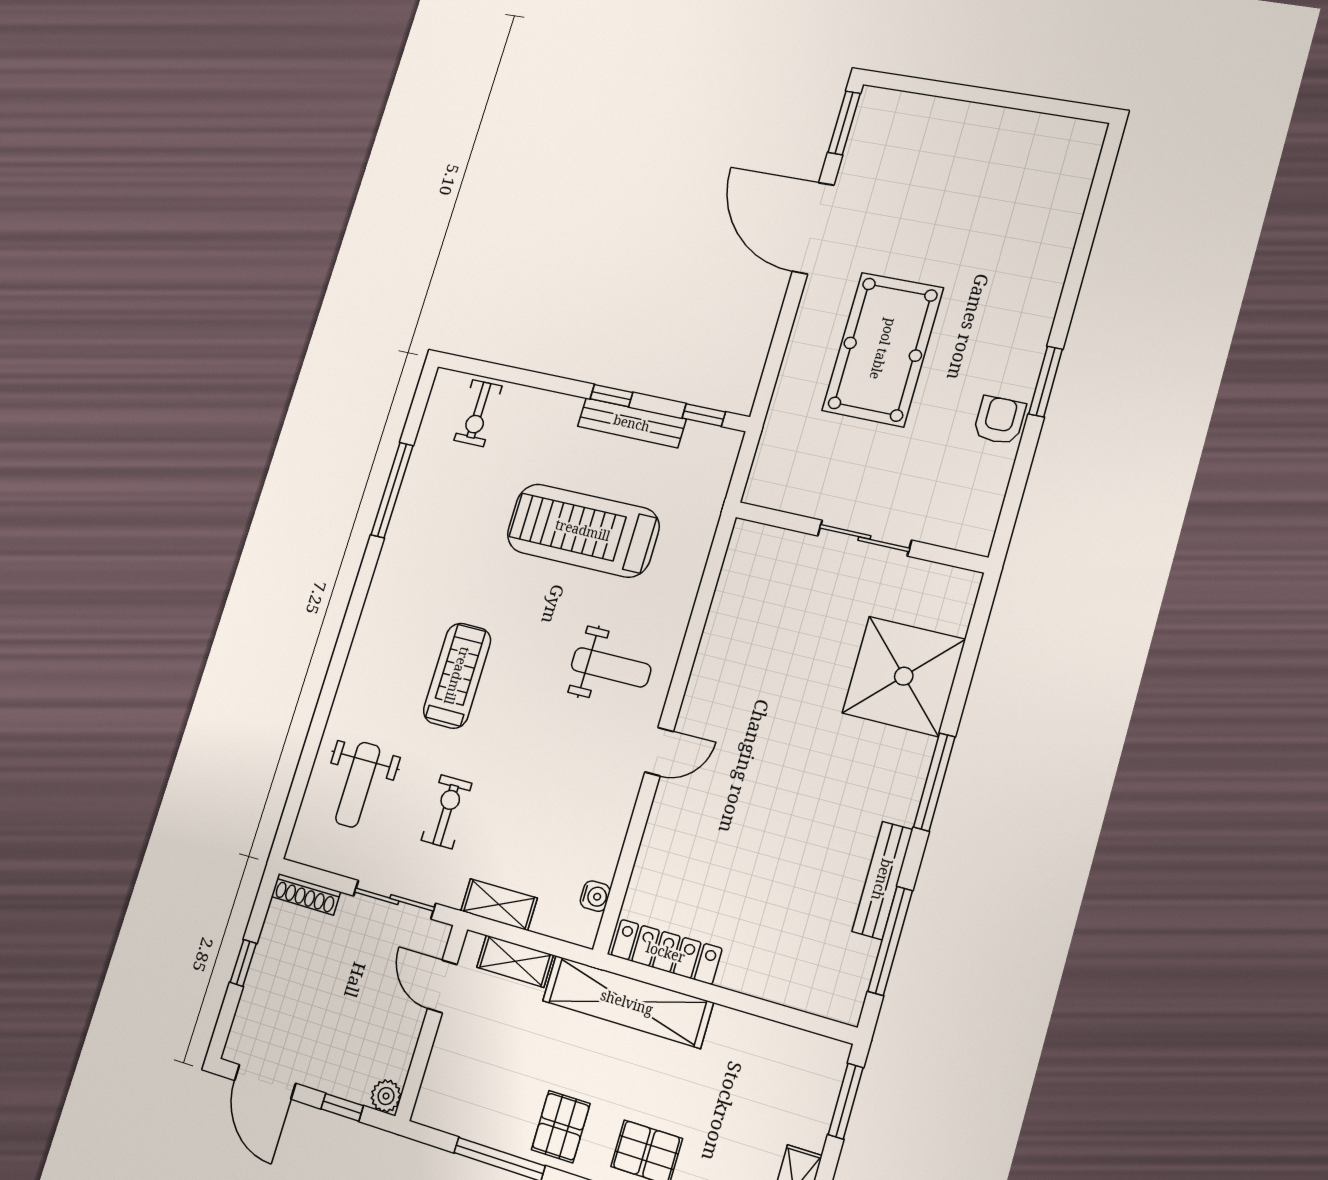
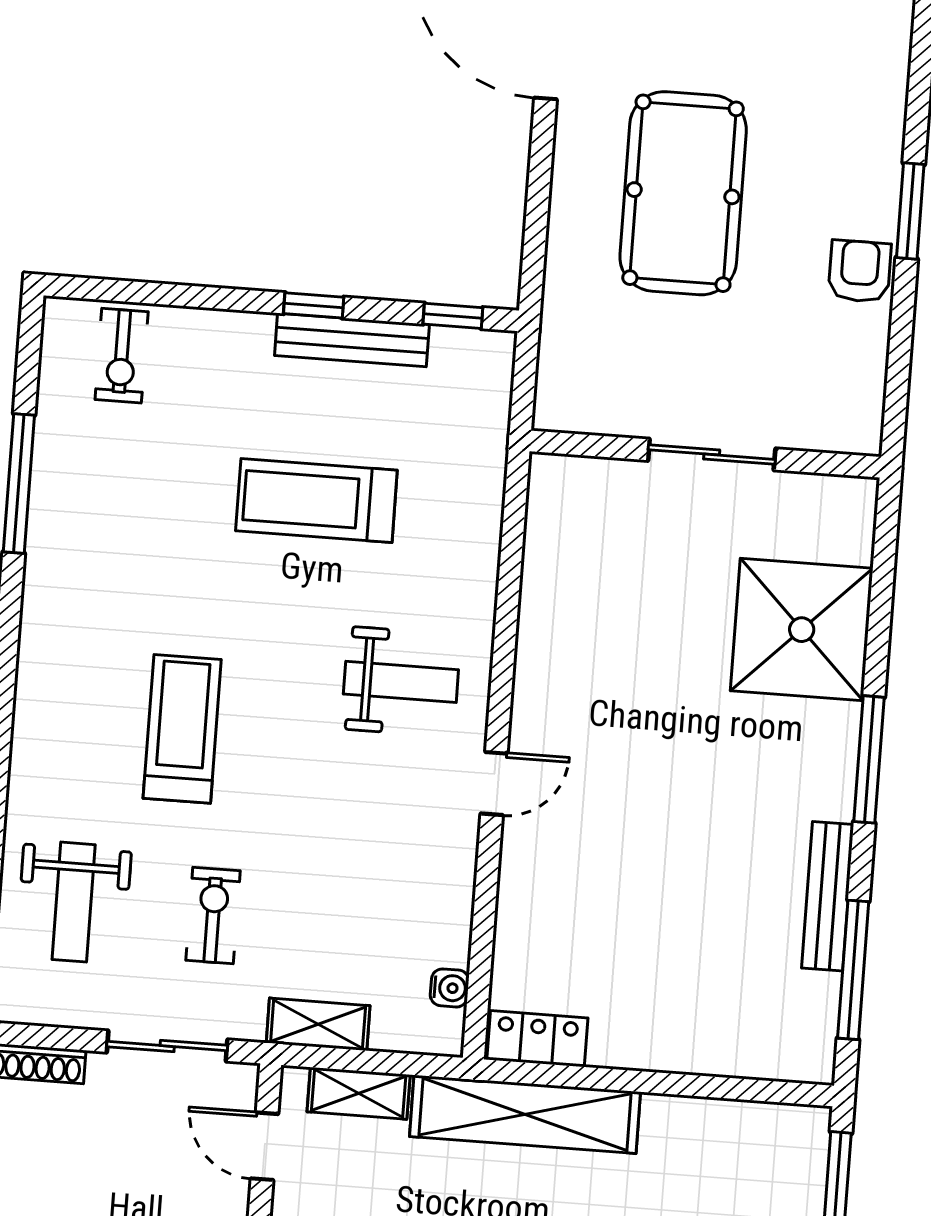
treadmill: (583, 530) -> (316, 500), width x0.73, depth x0.73
locker: (666, 952) -> (537, 1039), width x0.66

